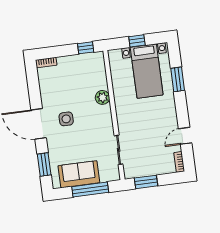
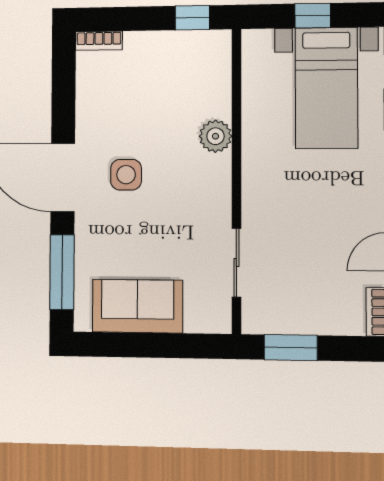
window: (44, 164) -> (62, 272), width x1.44
window: (90, 189) -> (159, 345), removed

